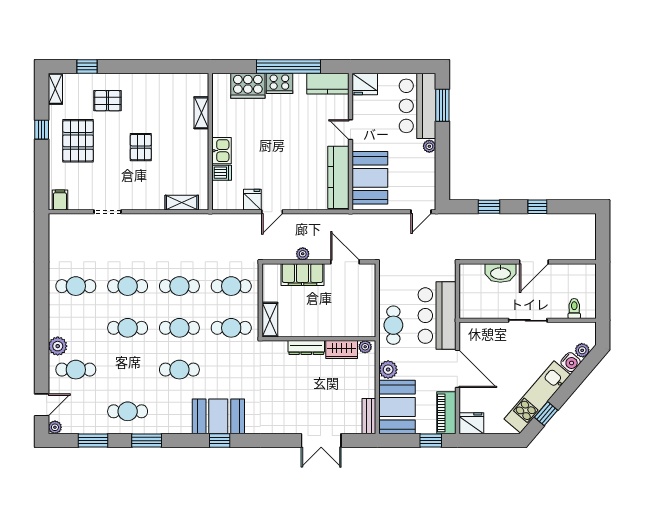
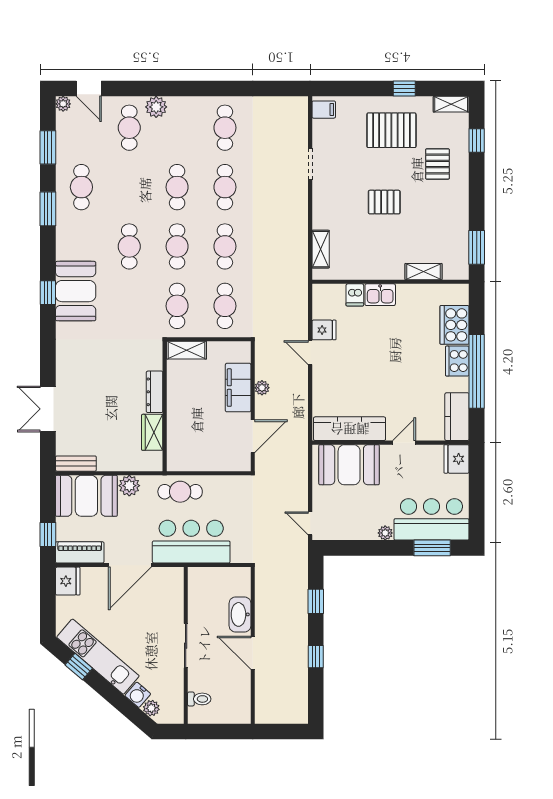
window: (180, 67) -> (477, 247), added
plant: (365, 347) -> (155, 459), removed

